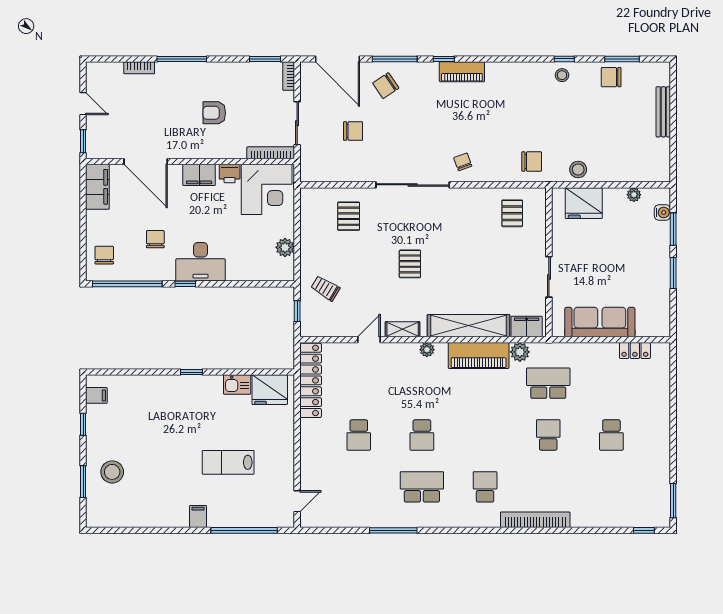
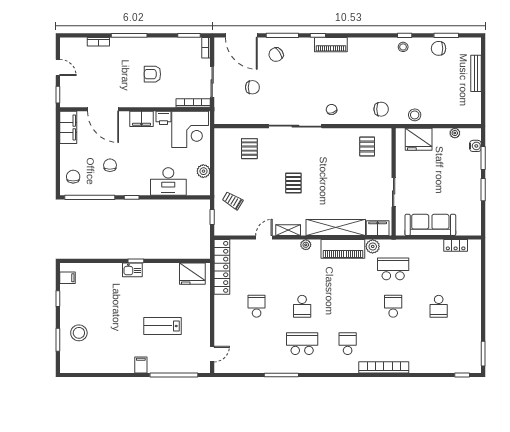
desk: (200, 262) -> (168, 181), moved
kitchen sink: (237, 385) -> (132, 270), moved
school desk: (359, 435) -> (257, 306), turned 180

